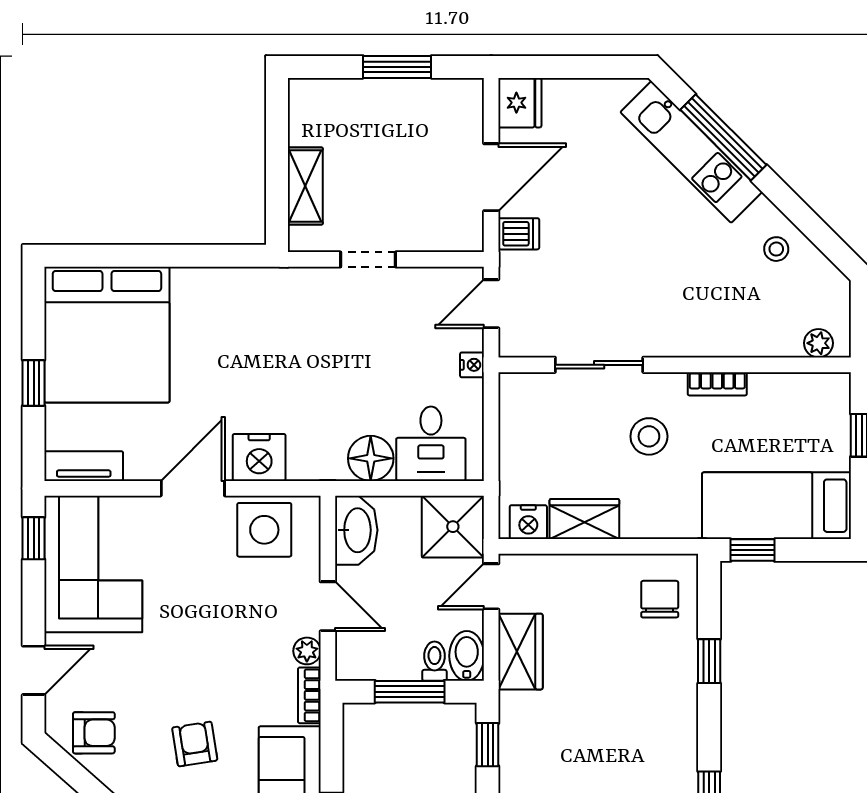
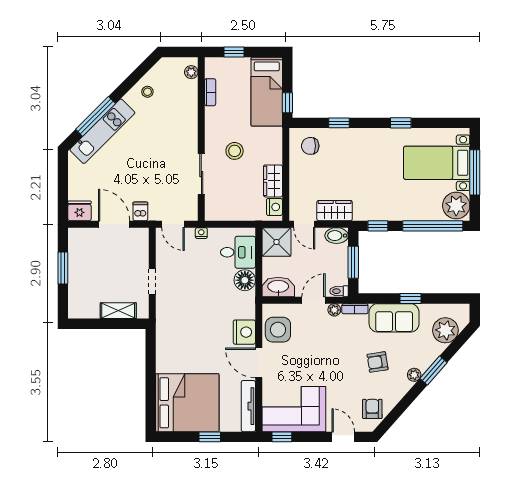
bookcase: (717, 384) -> (210, 92), moved
tv unit: (84, 466) -> (248, 406), width x1.41
toilet: (434, 661) -> (339, 291), moved

